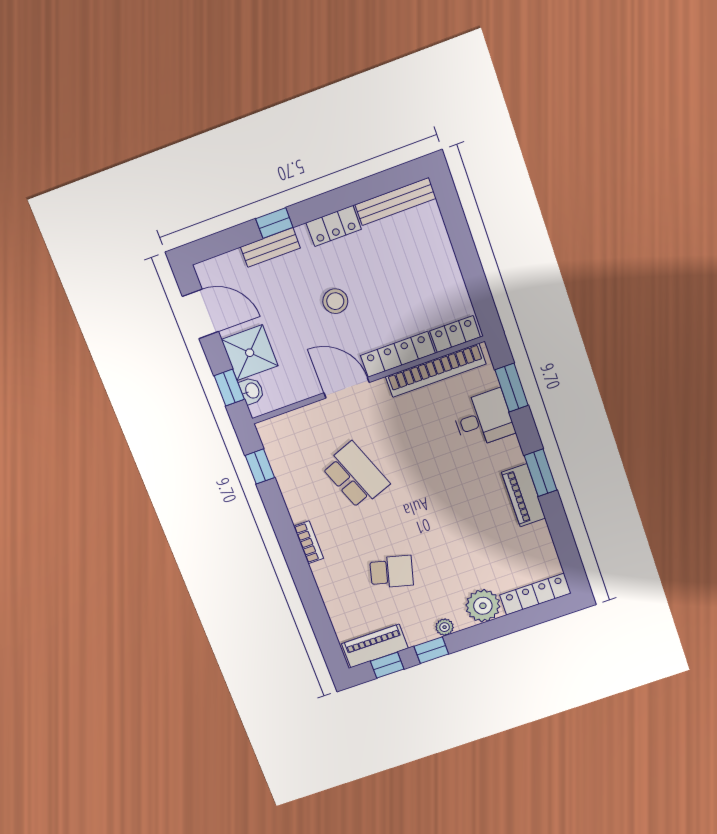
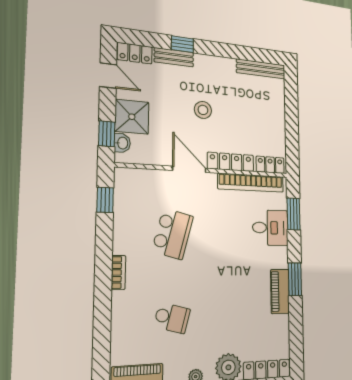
locker: (334, 226) -> (135, 53), moved
door: (201, 314) -> (108, 75), width x0.73
school desk: (356, 475) -> (173, 234), turned 36

